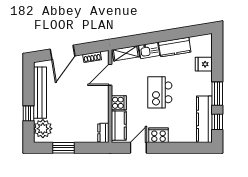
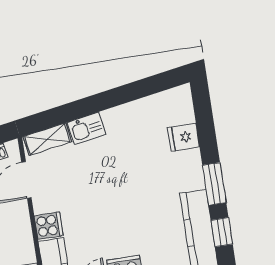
kitchen counter: (175, 47) -> (129, 116), removed
kitchen island: (160, 92) -> (116, 197), removed

